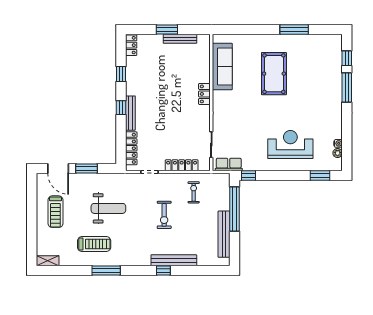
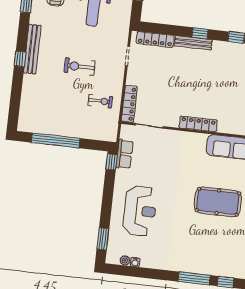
locker: (204, 94) -> (198, 124), width x1.53
row of seats: (229, 164) -> (124, 154), moved
locker: (182, 165) -> (129, 104), moved
window: (234, 209) -> (56, 140), moved
bench: (224, 234) -> (52, 129), removed
bench: (174, 260) -> (32, 49), moved

